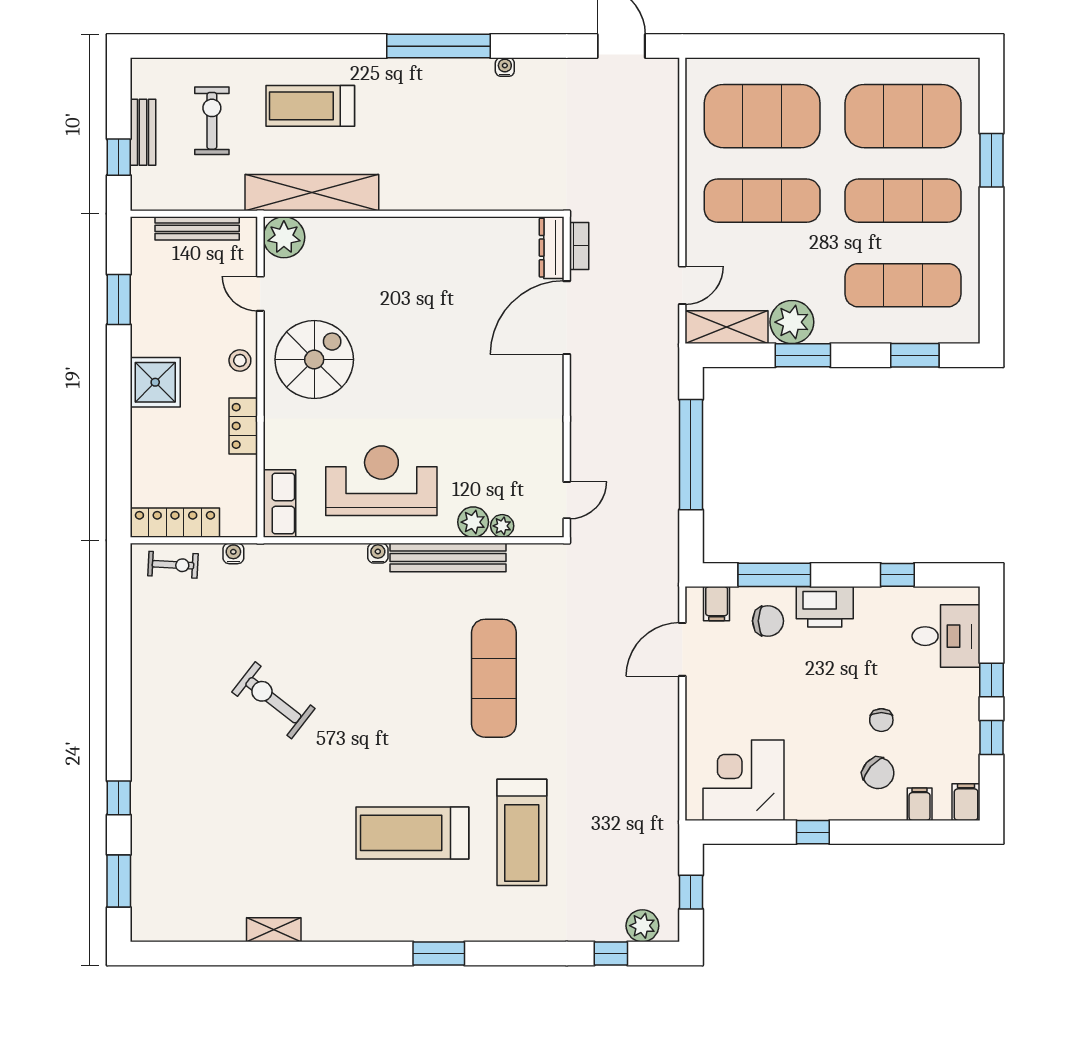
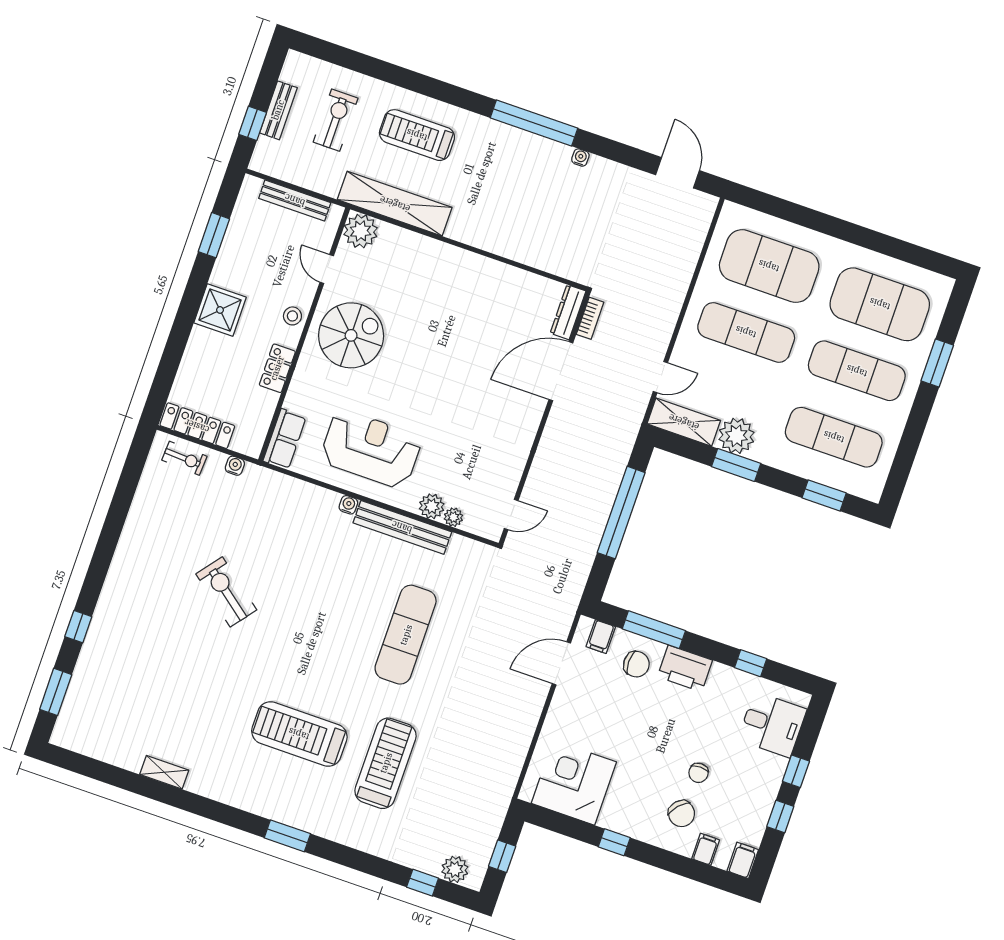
treadmill: (522, 832) -> (386, 763), turned 180

